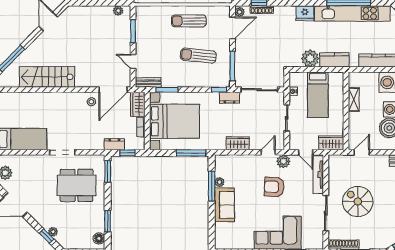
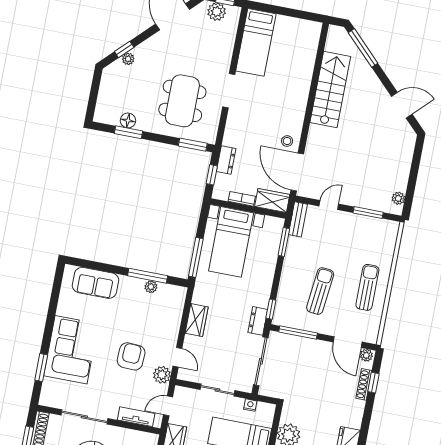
bed with nightstands: (175, 121) -> (231, 242), width x0.73
tv unit: (318, 175) -> (136, 417), width x0.71
sofa: (224, 205) -> (96, 283), moved
floor lamp: (99, 238) -> (128, 120), moved

